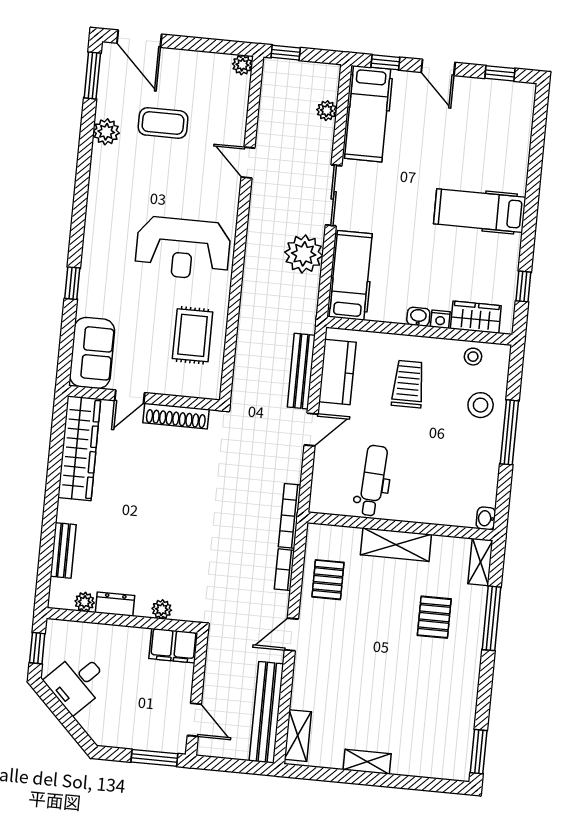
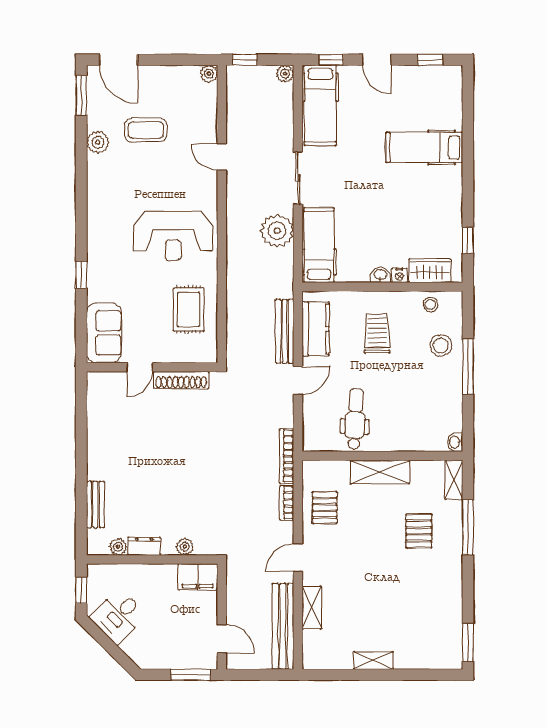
plant: (327, 111) -> (285, 74), moved
hospital bed: (480, 211) -> (424, 147), moved
wardrobe: (79, 448) -> (101, 416), removed
shelving: (298, 736) -> (312, 608), moved

